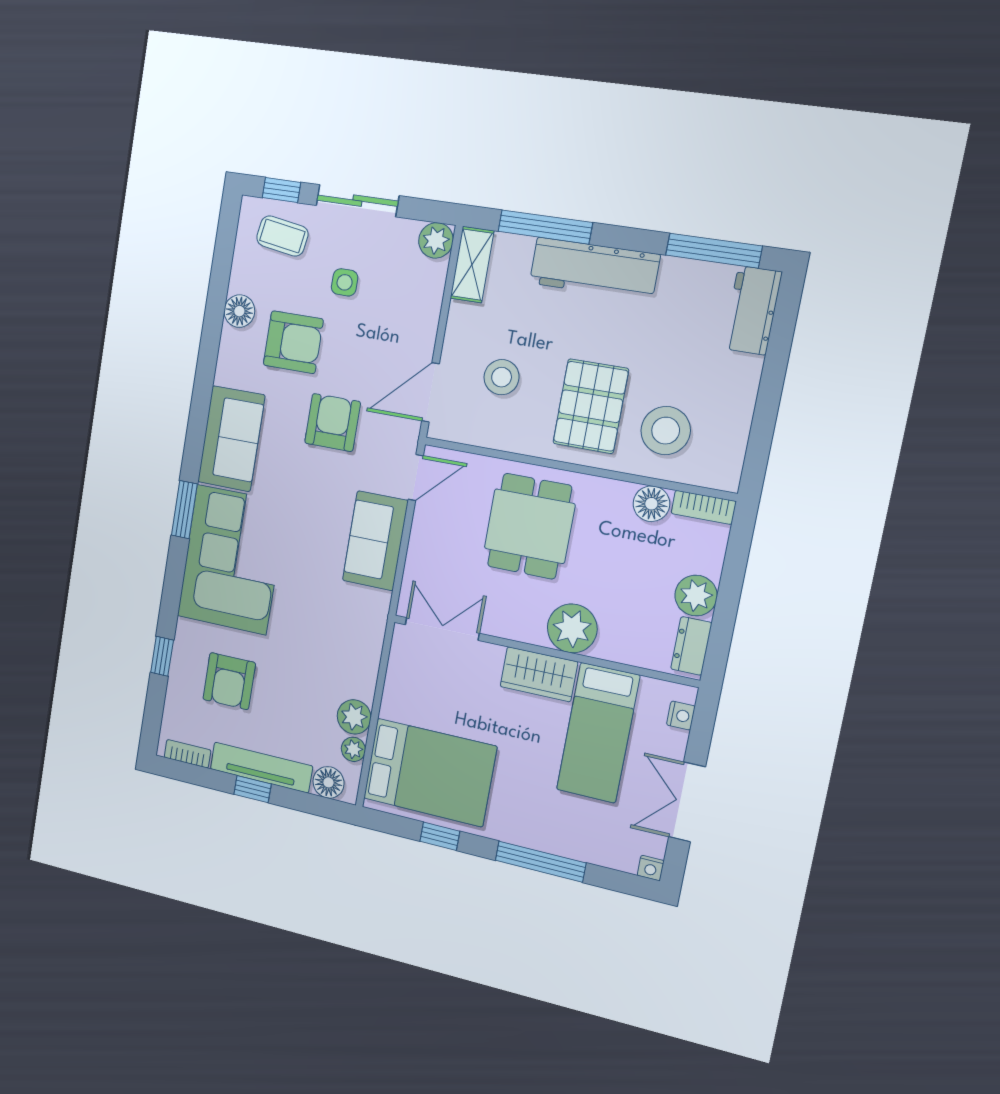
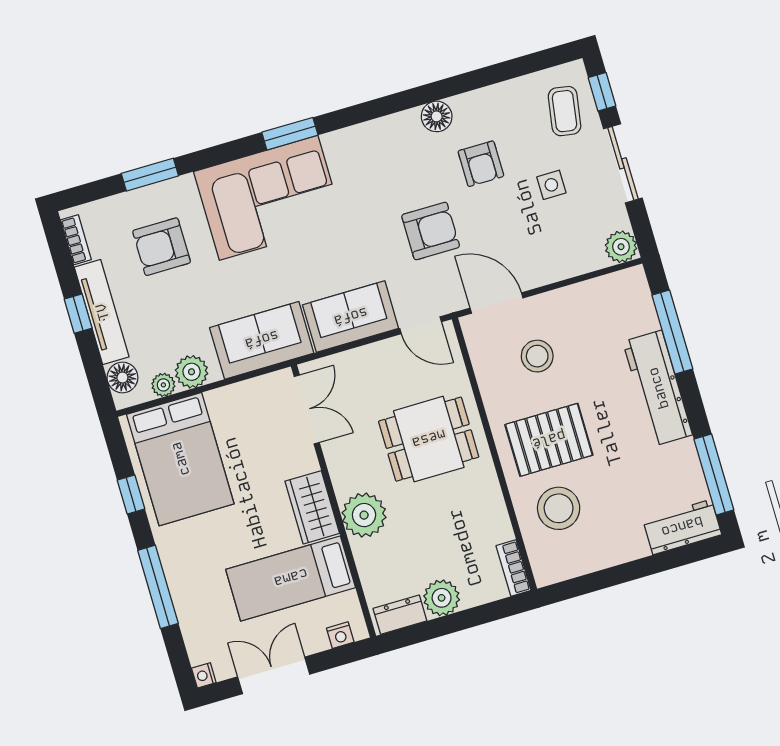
shelving: (472, 265) -> (615, 287), removed
floor lamp: (239, 311) -> (437, 116), moved
armchair: (293, 342) -> (481, 164), width x0.72, depth x0.72
sofa: (231, 439) -> (262, 340), moved, turned 180
floor lamp: (651, 504) -> (496, 527), removed
window: (162, 656) -> (150, 175), width x1.50

